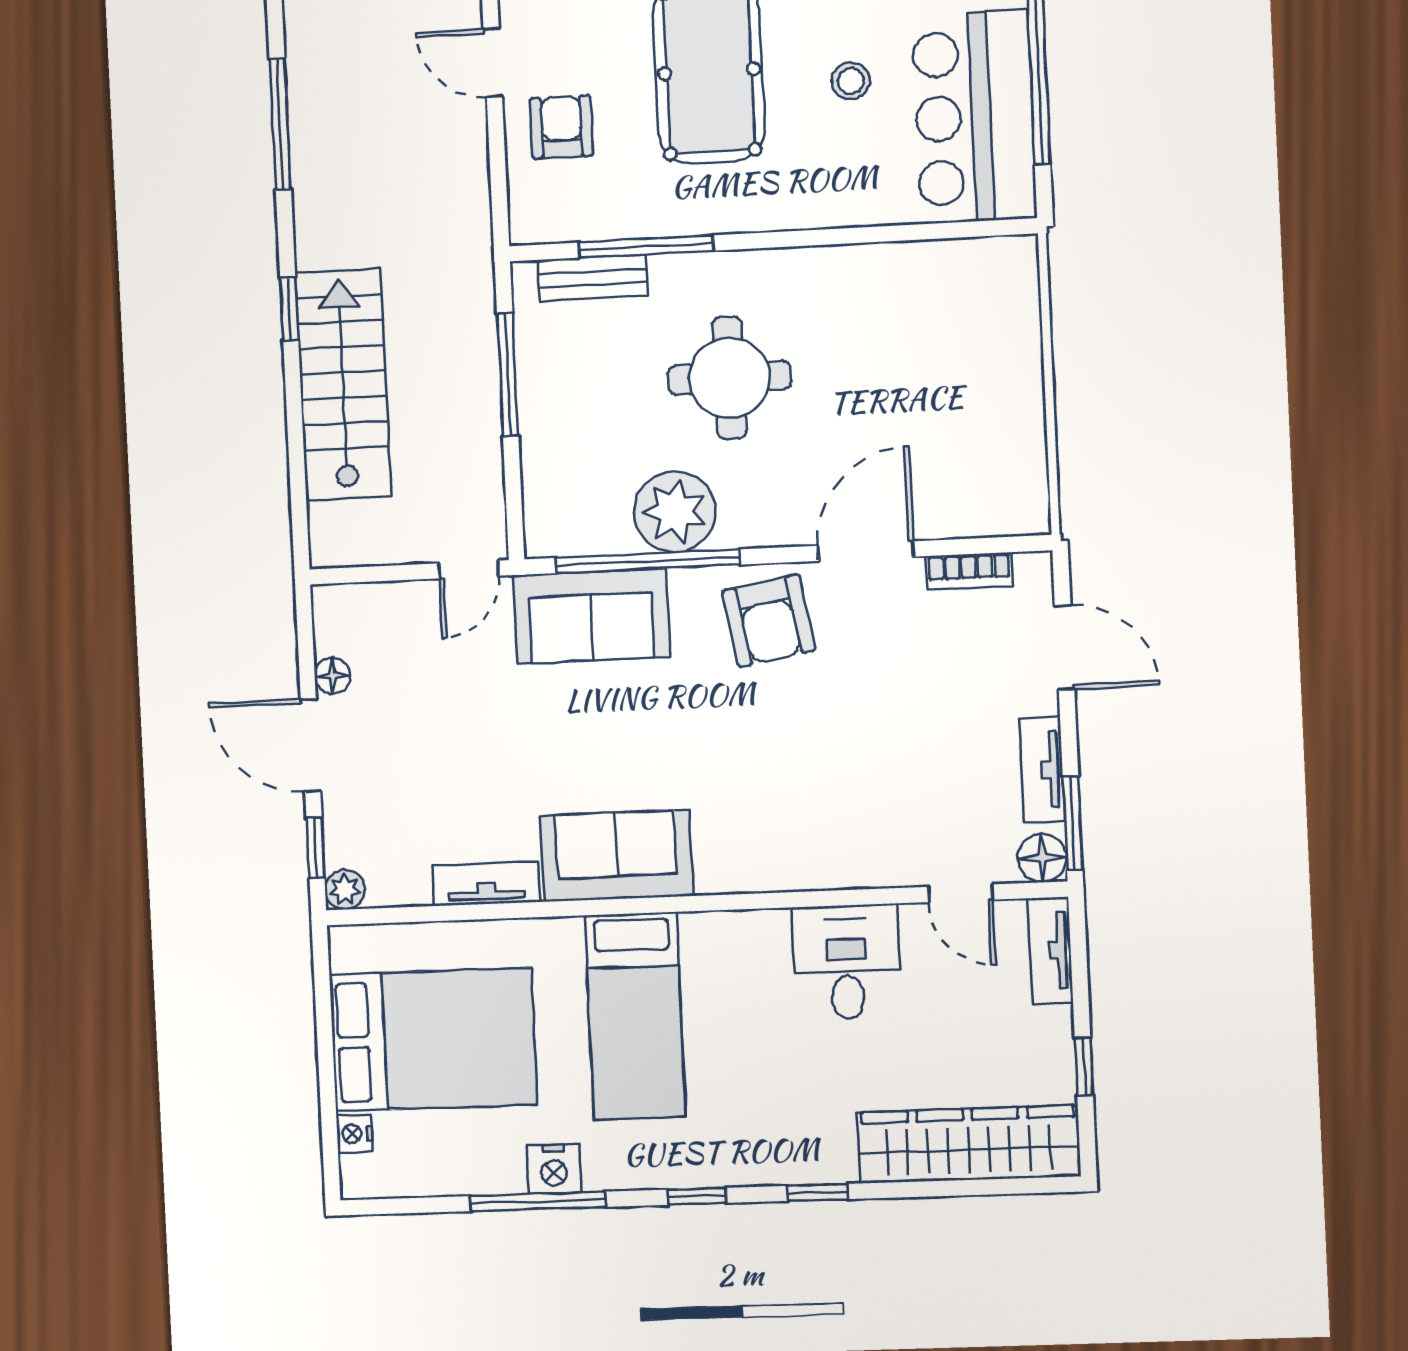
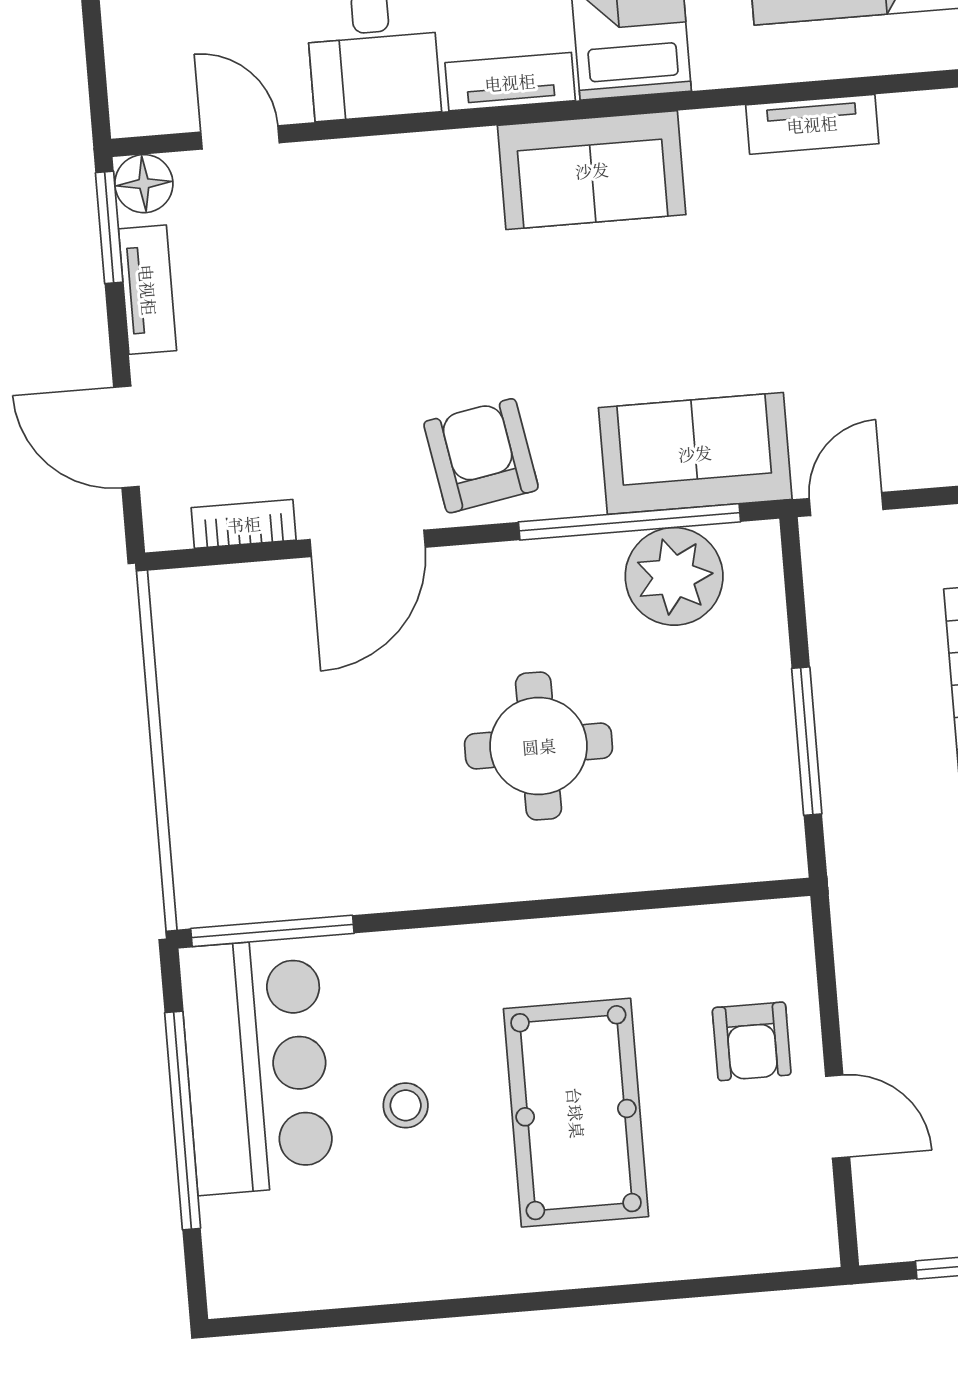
window: (646, 247) -> (272, 931), moved
bench: (593, 278) -> (708, 861), removed
plant: (675, 512) -> (674, 576), moved
sofa: (616, 856) -> (592, 170), moved
tv unit: (1050, 950) -> (510, 82), moved, turned -90

